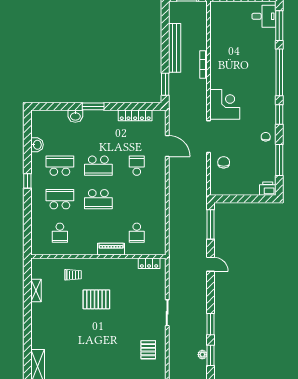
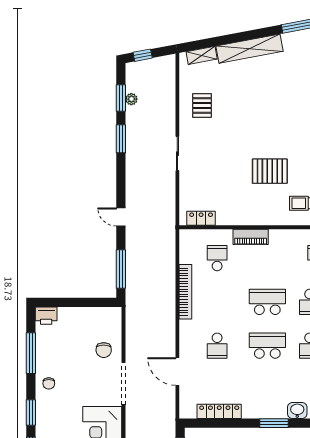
bookcase: (161, 207) -> (185, 292), added

